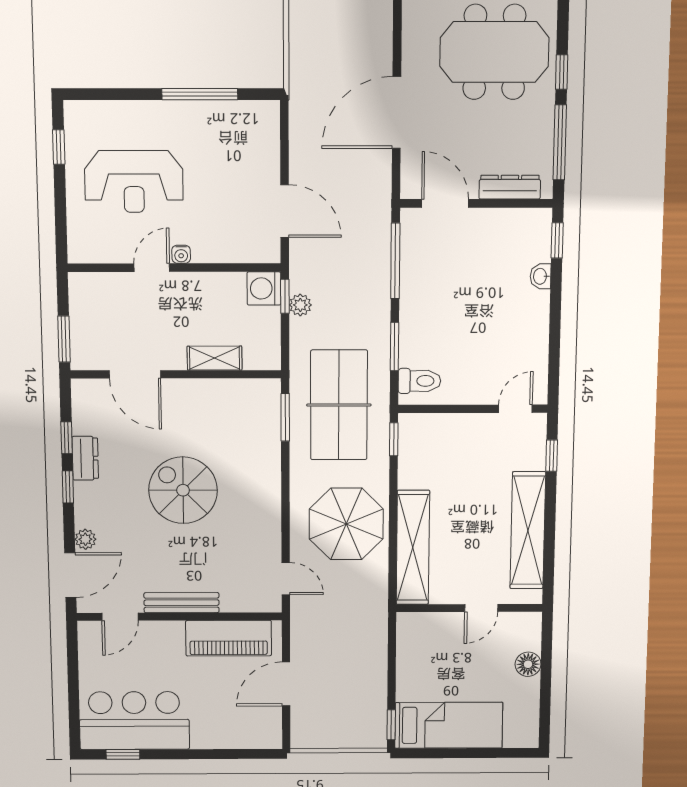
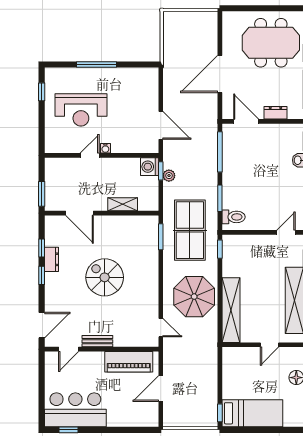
window: (200, 94) -> (97, 64), moved
dresser: (510, 187) -> (275, 113), width x0.70
plant: (85, 539) -> (50, 305), removed
bench: (182, 603) -> (97, 341), width x0.73

